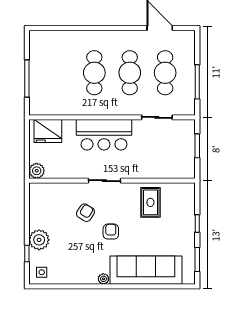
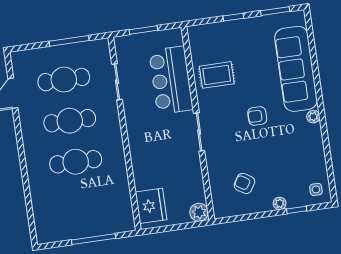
bar counter: (104, 135) -> (171, 80), moved, turned 180
armchair: (85, 213) -> (244, 183), moved
plant: (39, 240) -> (280, 203), width x0.53, depth x0.53

